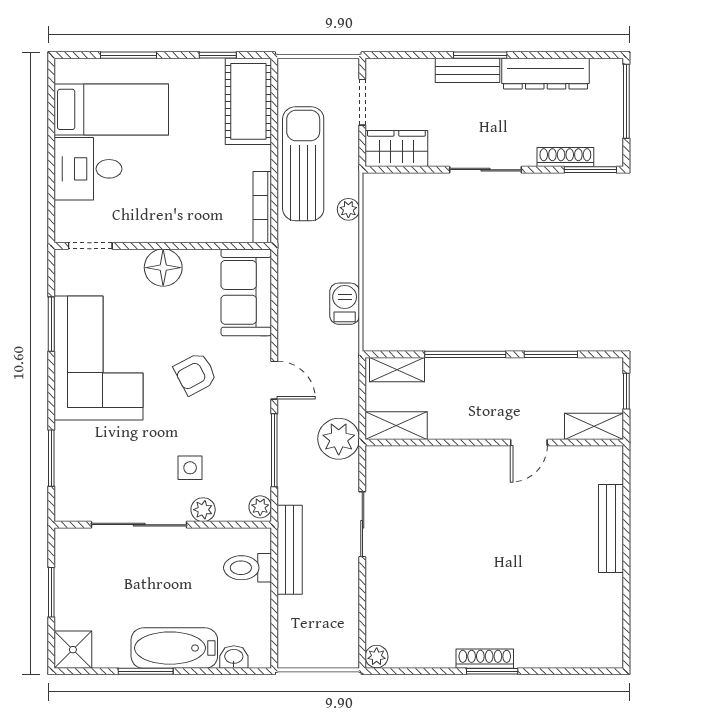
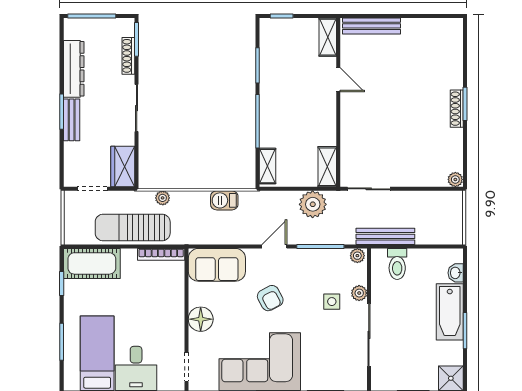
shelving: (396, 426) -> (327, 167), moved
shelving: (594, 426) -> (328, 37), moved
wall: (494, 442) -> (338, 102), moved
door: (529, 442) -> (338, 80), moved

